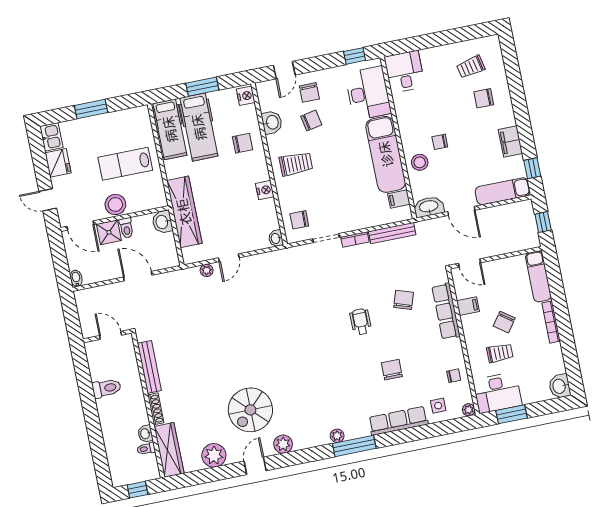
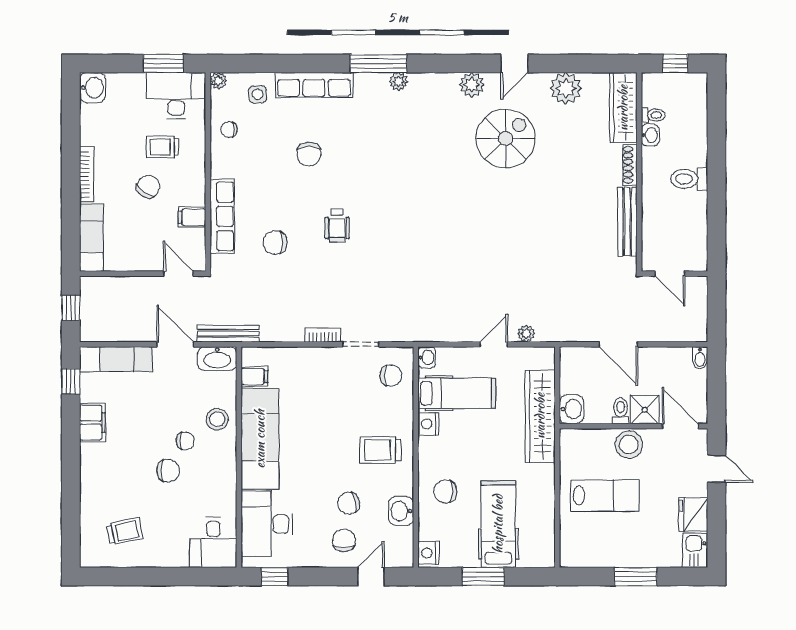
chair: (484, 98) -> (168, 471), moved
hospital bed: (170, 129) -> (457, 393), moved, turned 90
bench: (392, 233) -> (228, 333), moved
chair: (404, 300) -> (275, 243), turned 72
toilet: (107, 388) -> (689, 179), moved

